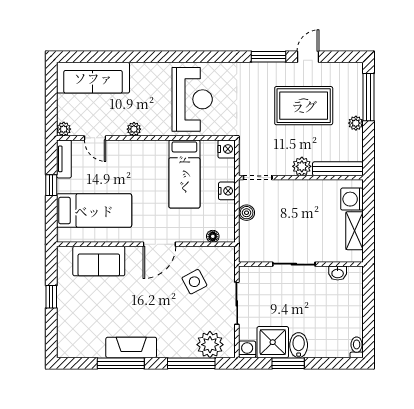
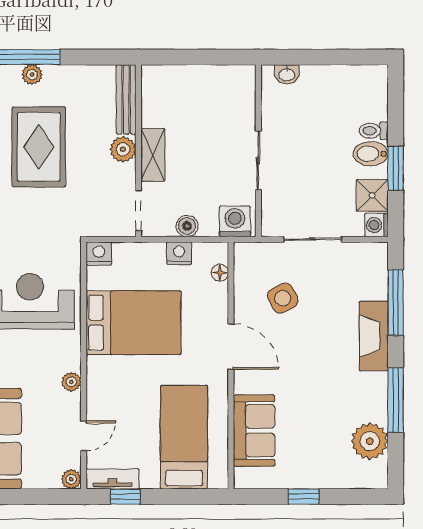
plant: (356, 123) -> (32, 75), moved
bed: (184, 174) -> (133, 323), width x1.50
window: (51, 185) -> (125, 497), moved
nightstand: (227, 191) -> (179, 253), moved
washing machine: (352, 199) -> (235, 221), moved, turned 180
shelving: (354, 231) -> (153, 155), moved, turned 90
washbasin: (338, 273) -> (287, 74), moved, turned 90
shower: (273, 342) -> (372, 195), width x0.73, depth x0.73
plant: (210, 345) -> (370, 441), moved
fireplace: (131, 347) -> (374, 336), moved
toilet: (357, 347) -> (374, 131), moved

